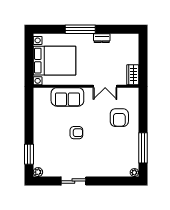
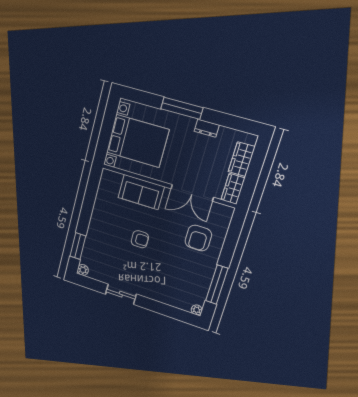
wardrobe: (132, 53) -> (242, 159), added
double door: (105, 86) -> (192, 193), width x1.37

